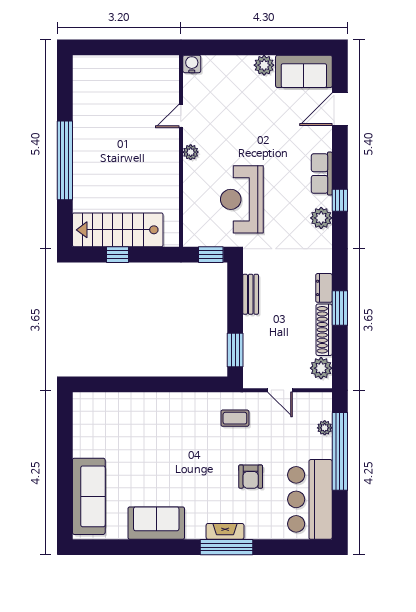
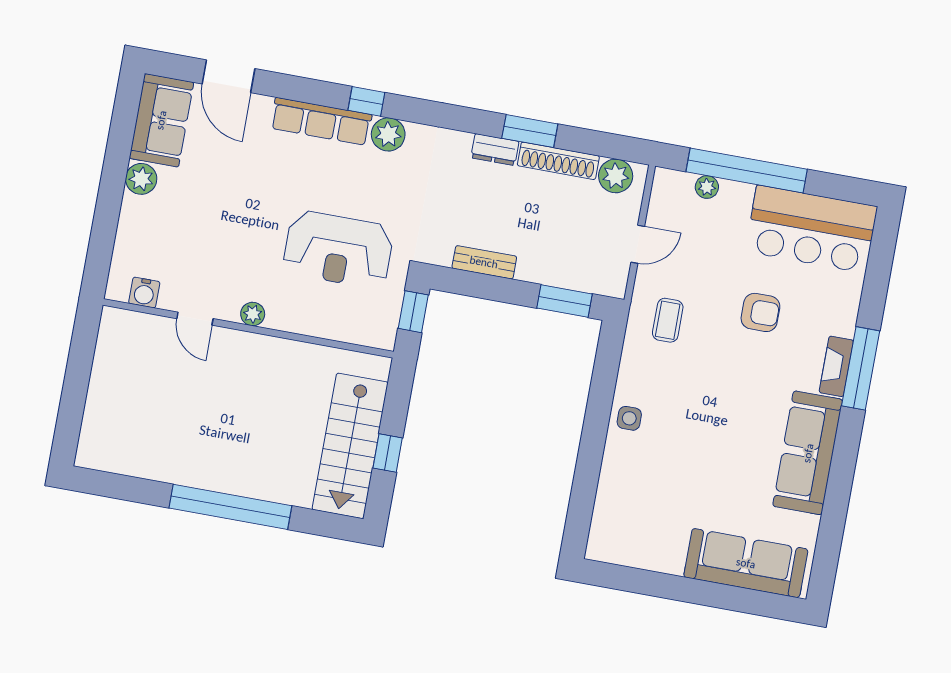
water cooler: (192, 64) -> (144, 293), moved, turned -90
row of seats: (322, 174) -> (321, 121), width x1.48
side table: (168, 405) -> (629, 418), added
sofa: (156, 523) -> (808, 453), width x1.36

